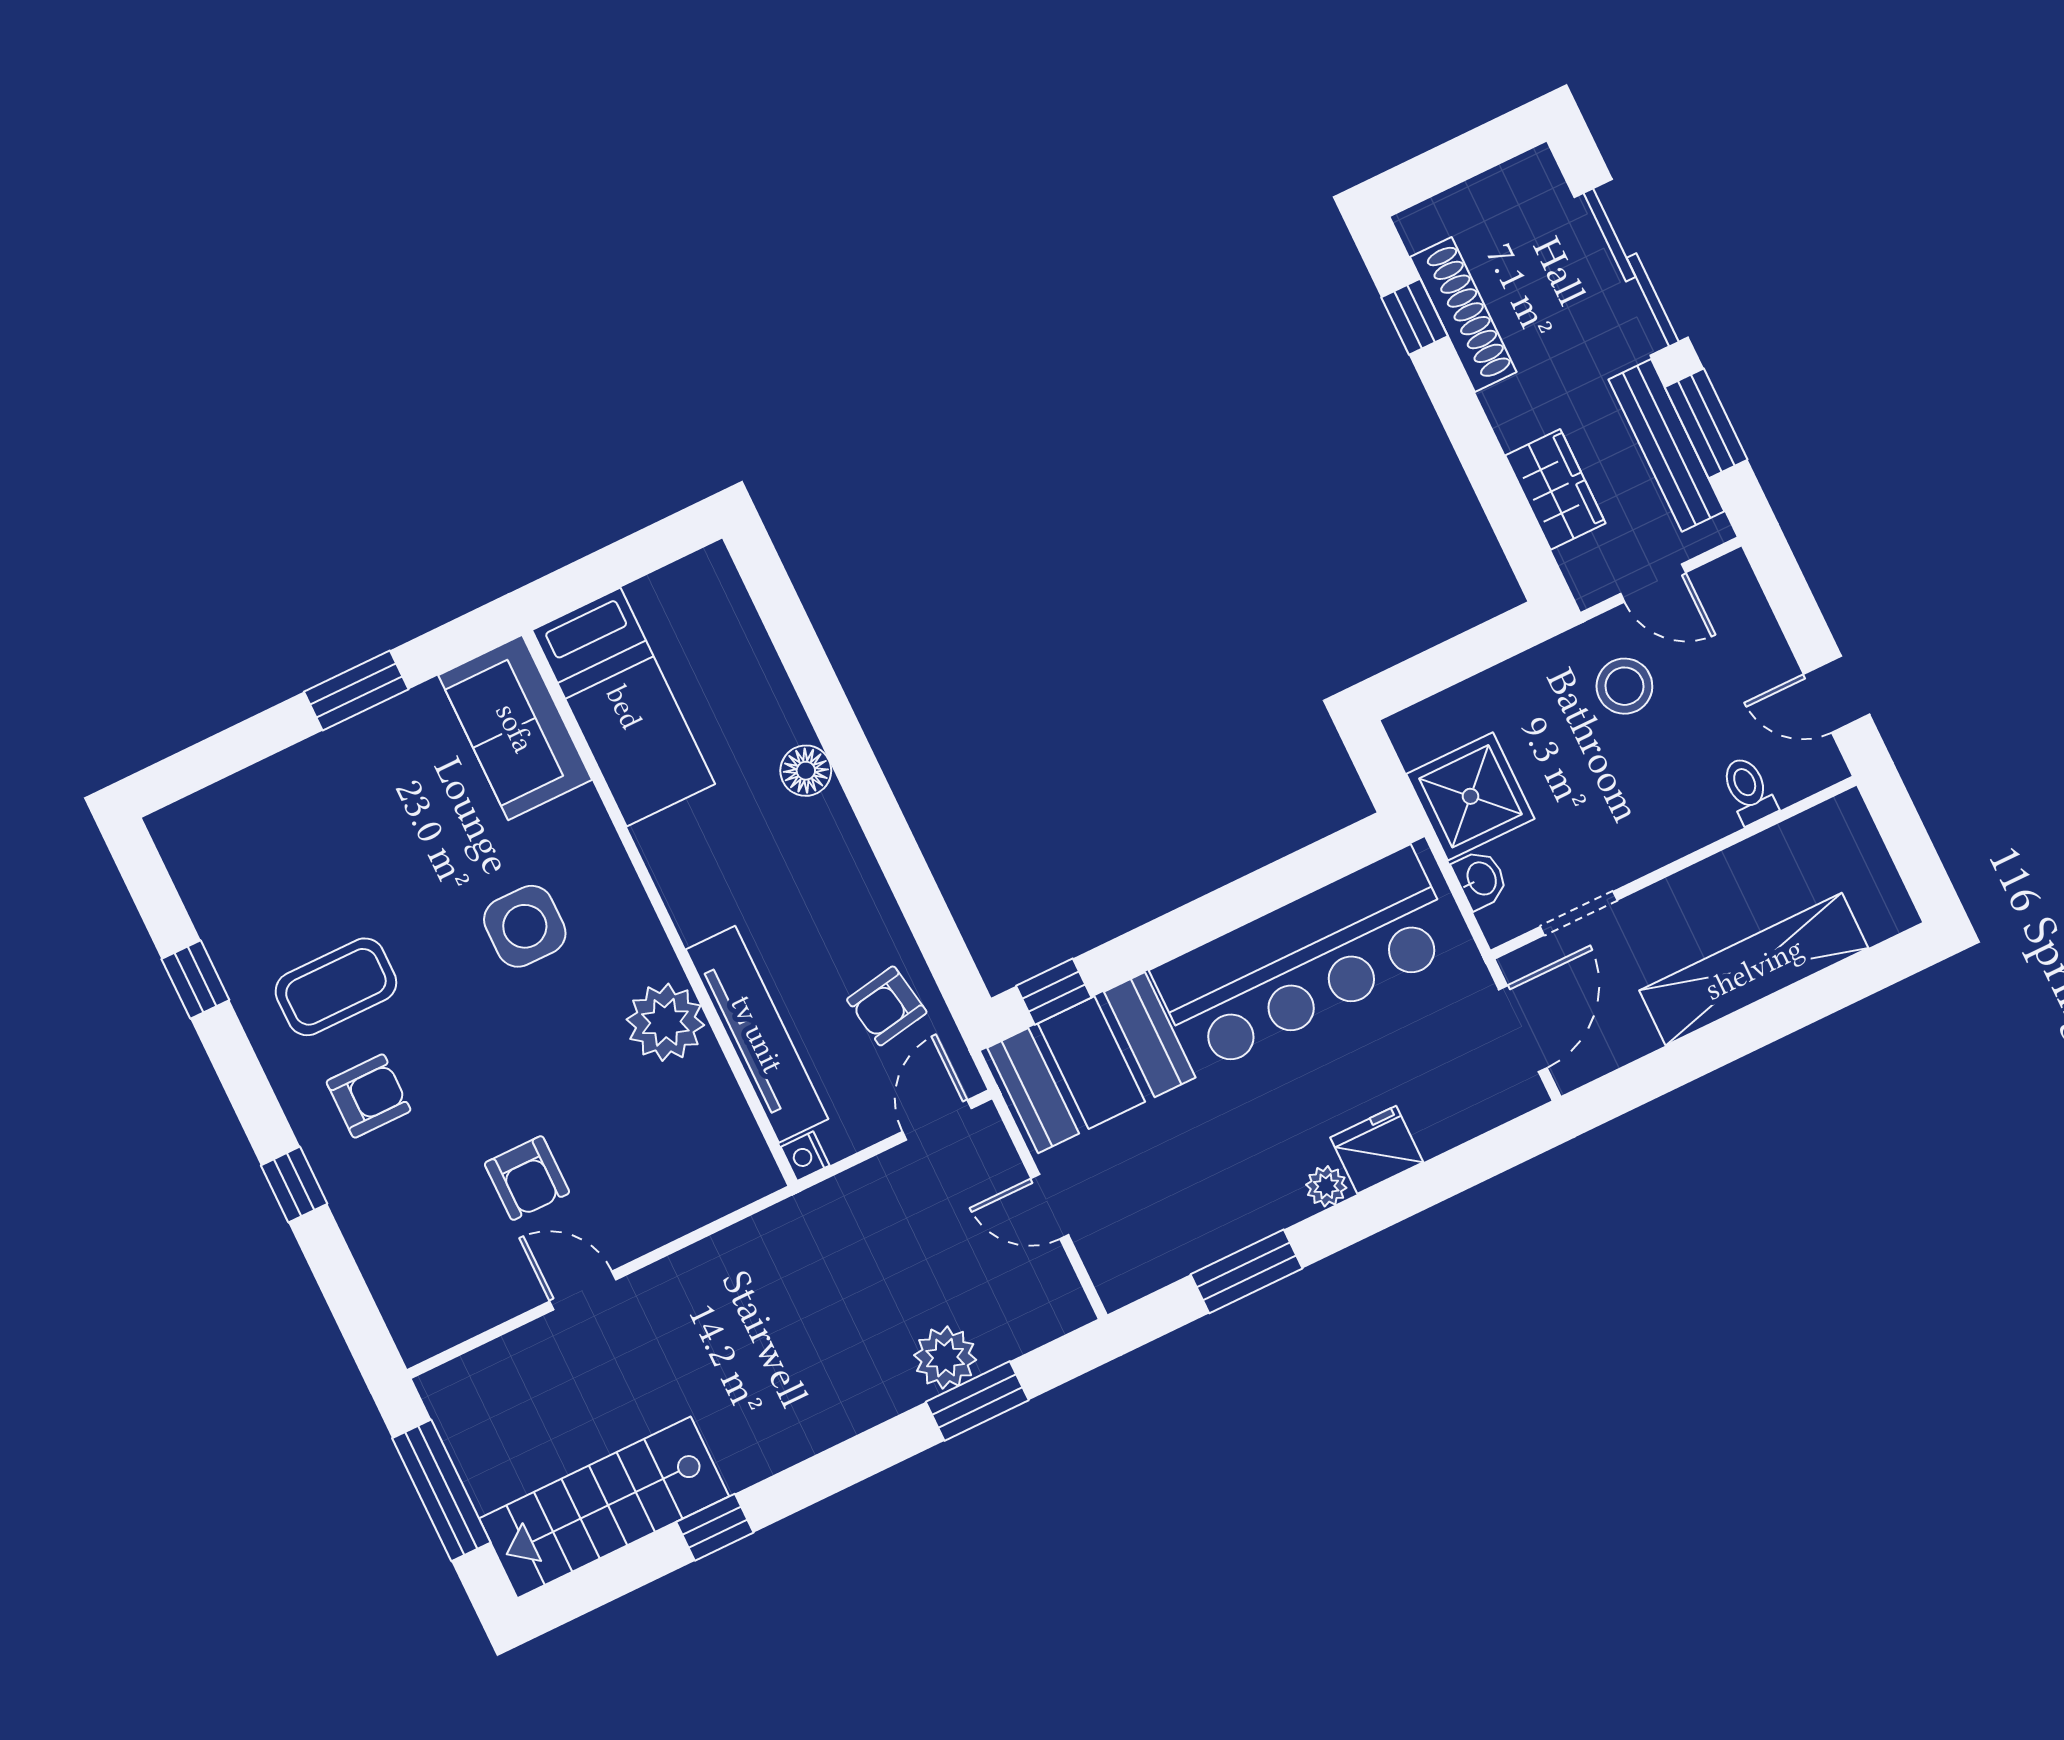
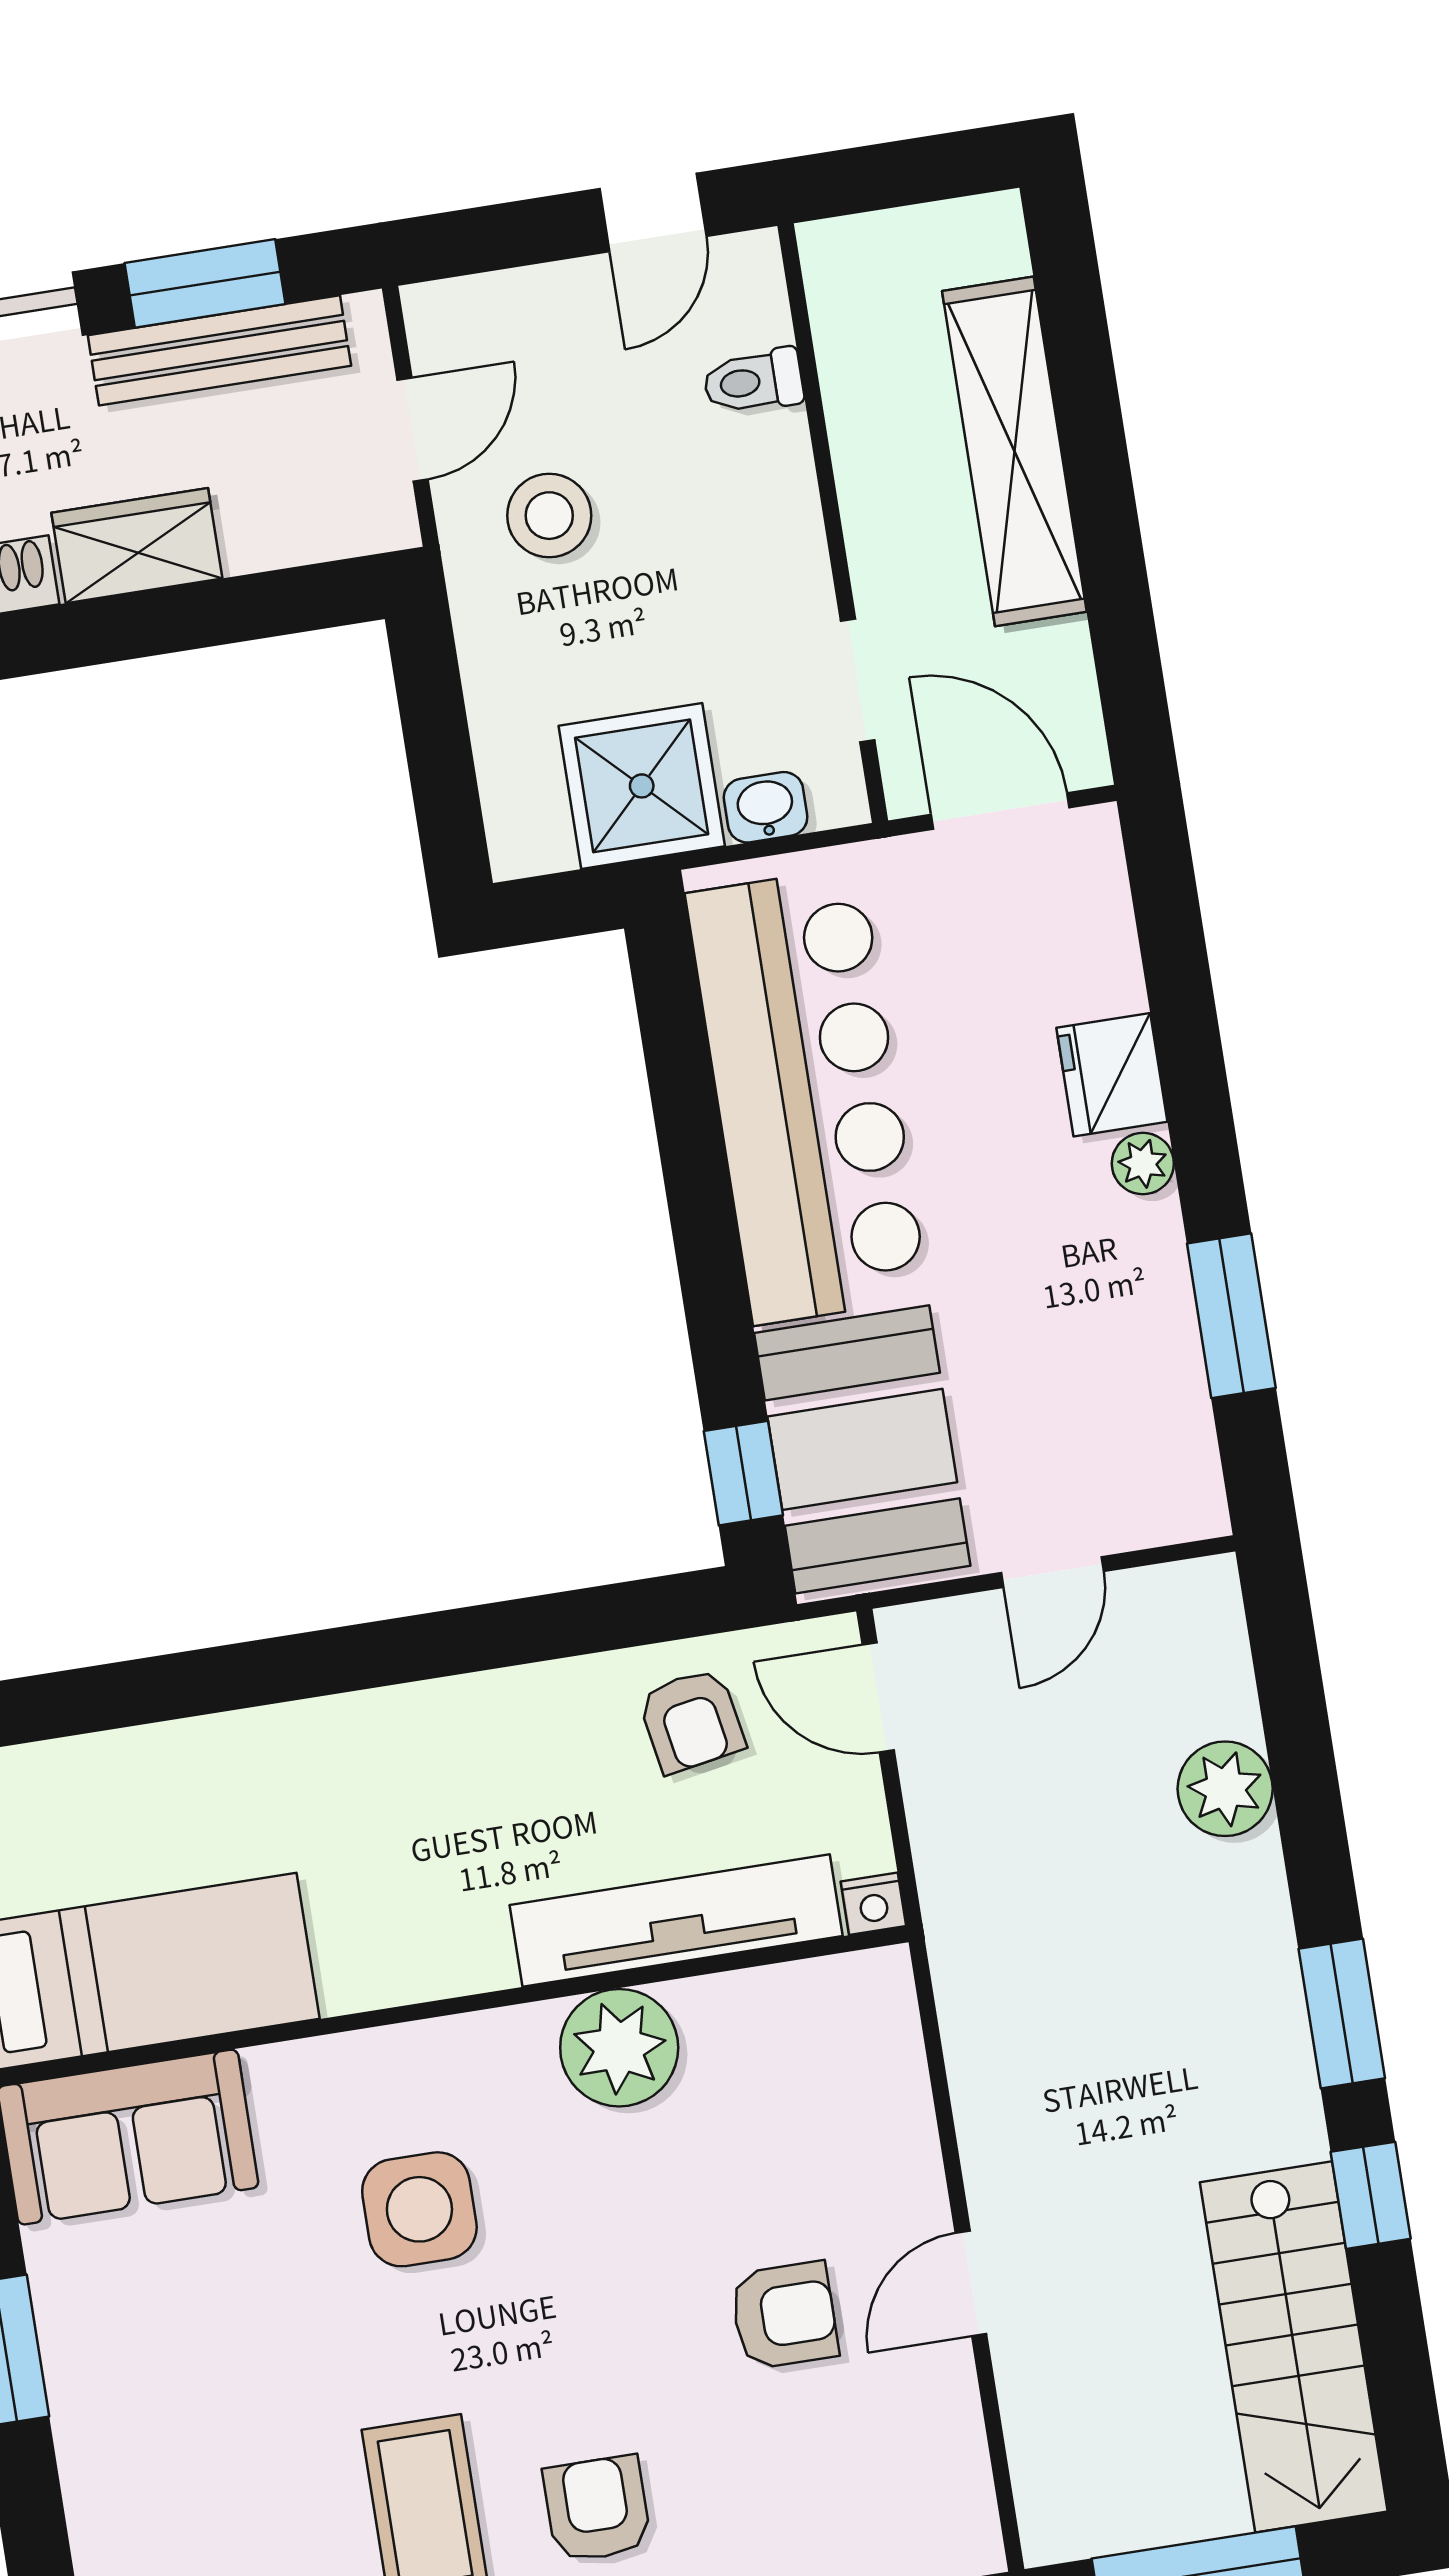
wardrobe: (1555, 489) -> (137, 546), moved
floor lamp: (806, 771) -> (316, 1736), removed
window: (977, 1401) -> (1342, 2014), moved

